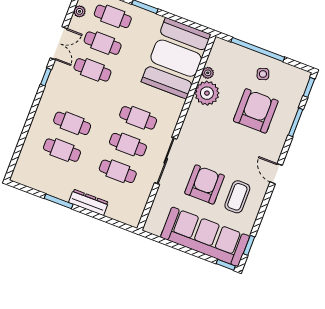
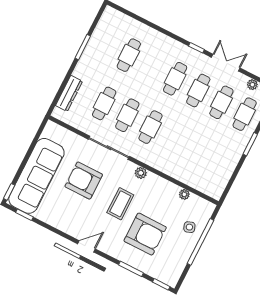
double door: (59, 43) -> (226, 63), swing flipped
booth: (176, 58) -> (201, 167), removed
side table: (263, 74) -> (189, 227), moved
plant: (207, 93) -> (141, 173), moved, width x0.53, depth x0.53
cafe table: (72, 123) -> (175, 79), moved
armchair: (205, 184) -> (84, 181), turned 180
coffee table: (237, 197) -> (120, 204), moved, turned 90
dresser: (88, 202) -> (69, 93), moved

